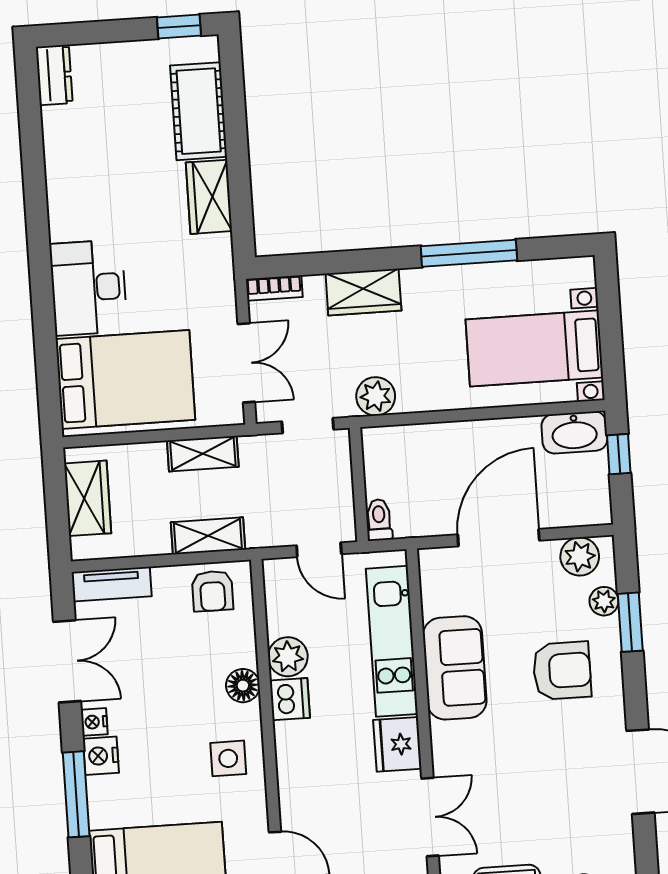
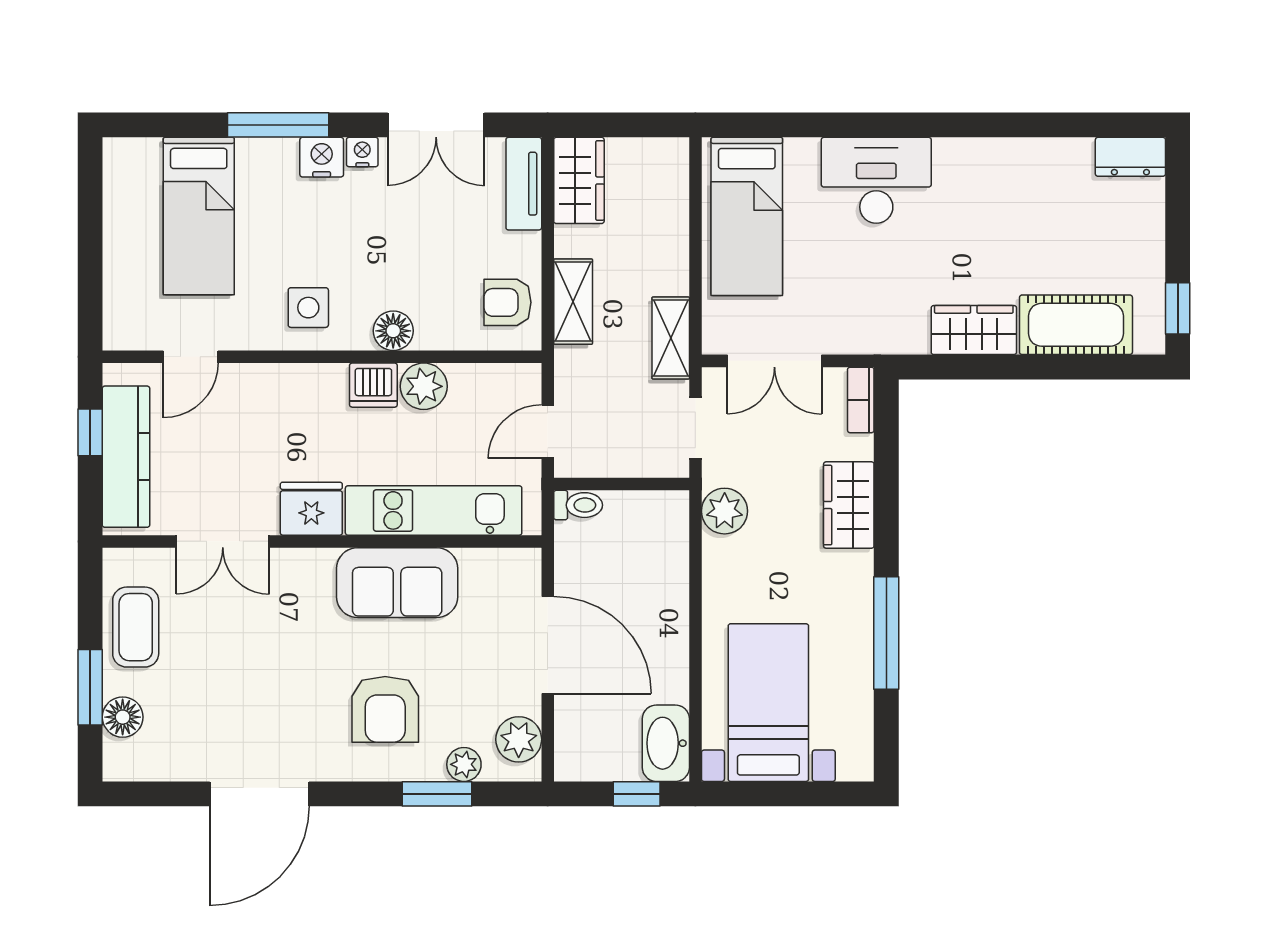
bed: (125, 379) -> (747, 216), width x0.67
shelving: (203, 454) -> (671, 338), moved
wardrobe: (88, 498) -> (579, 180), moved, turned -90

